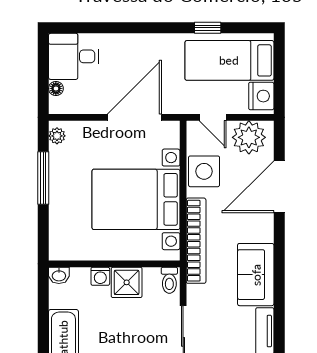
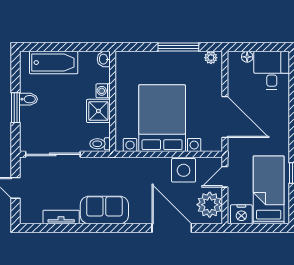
bookcase: (196, 241) -> (130, 164), removed

